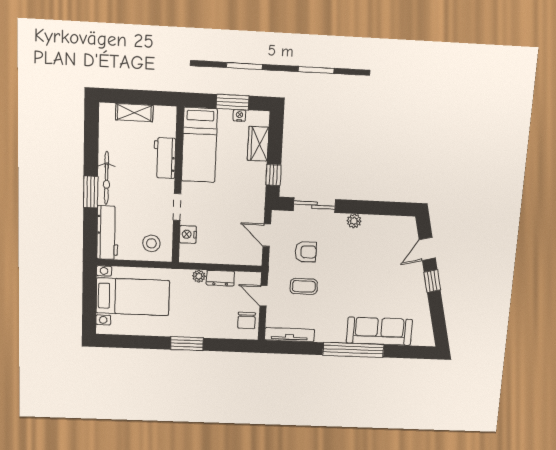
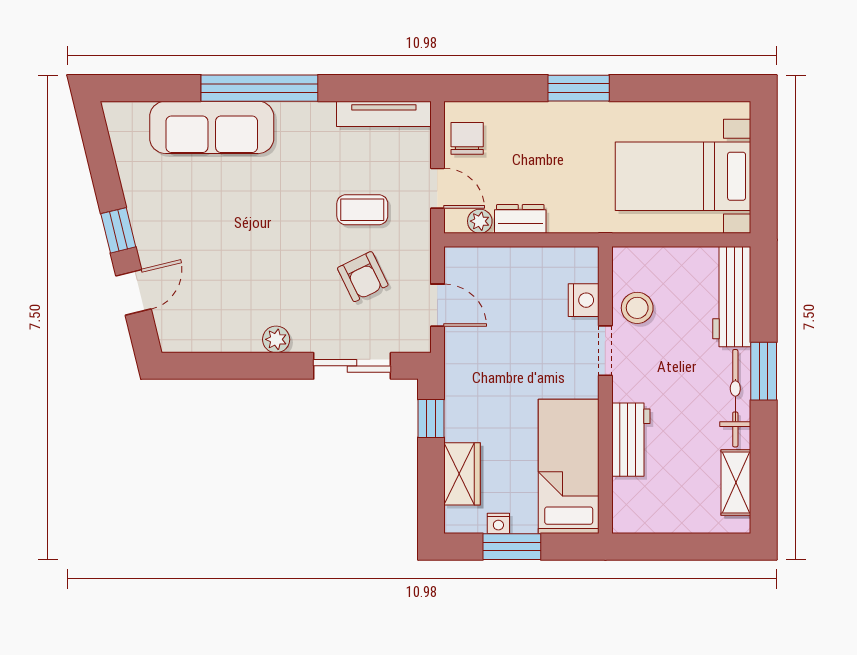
shelving: (134, 113) -> (736, 482), moved, turned 90
stool: (151, 243) -> (637, 308), moved
armchair: (306, 252) -> (363, 277), turned -116
plant: (199, 276) -> (480, 221), moved

